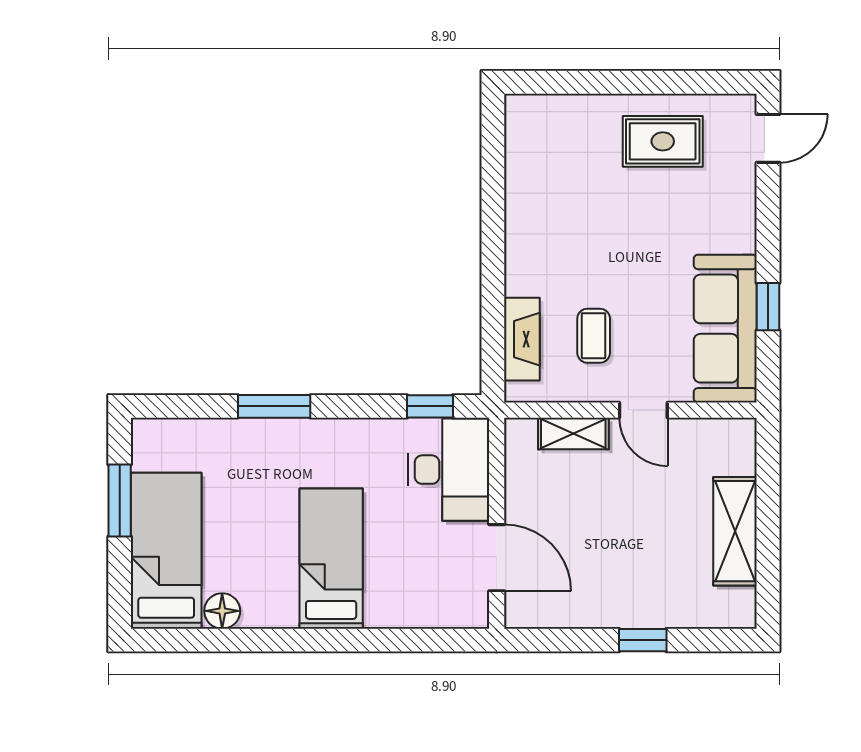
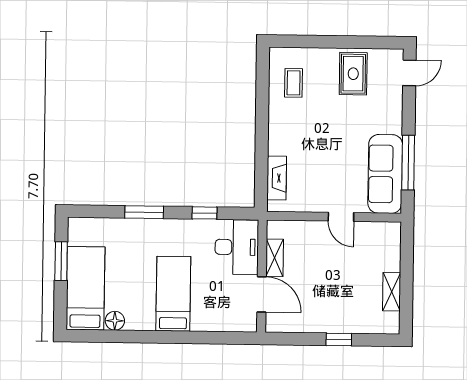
rug: (663, 141) -> (353, 74), turned 90
window: (768, 307) -> (408, 163), width x2.17
coffee table: (594, 336) -> (294, 83), moved
window: (430, 406) -> (205, 213), moved
shelving: (573, 434) -> (275, 258), moved, turned 90
shelving: (735, 531) -> (392, 292), width x0.67, depth x0.75

